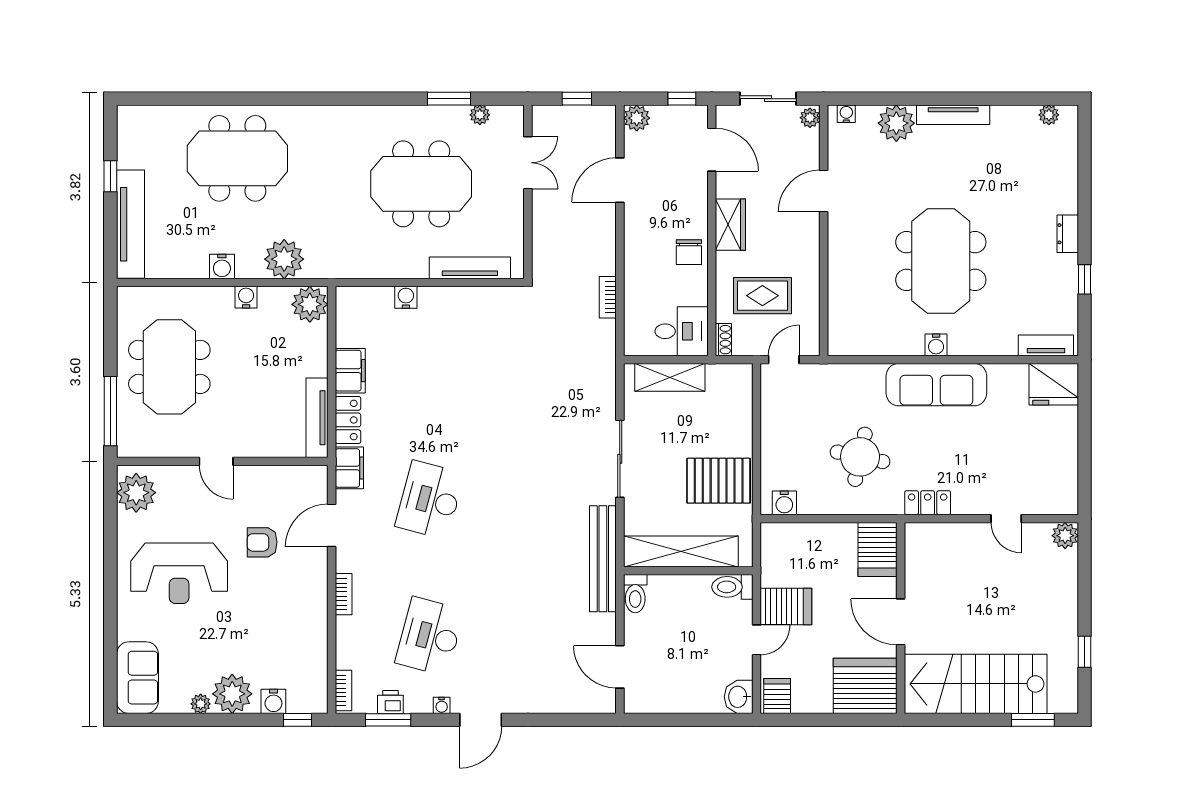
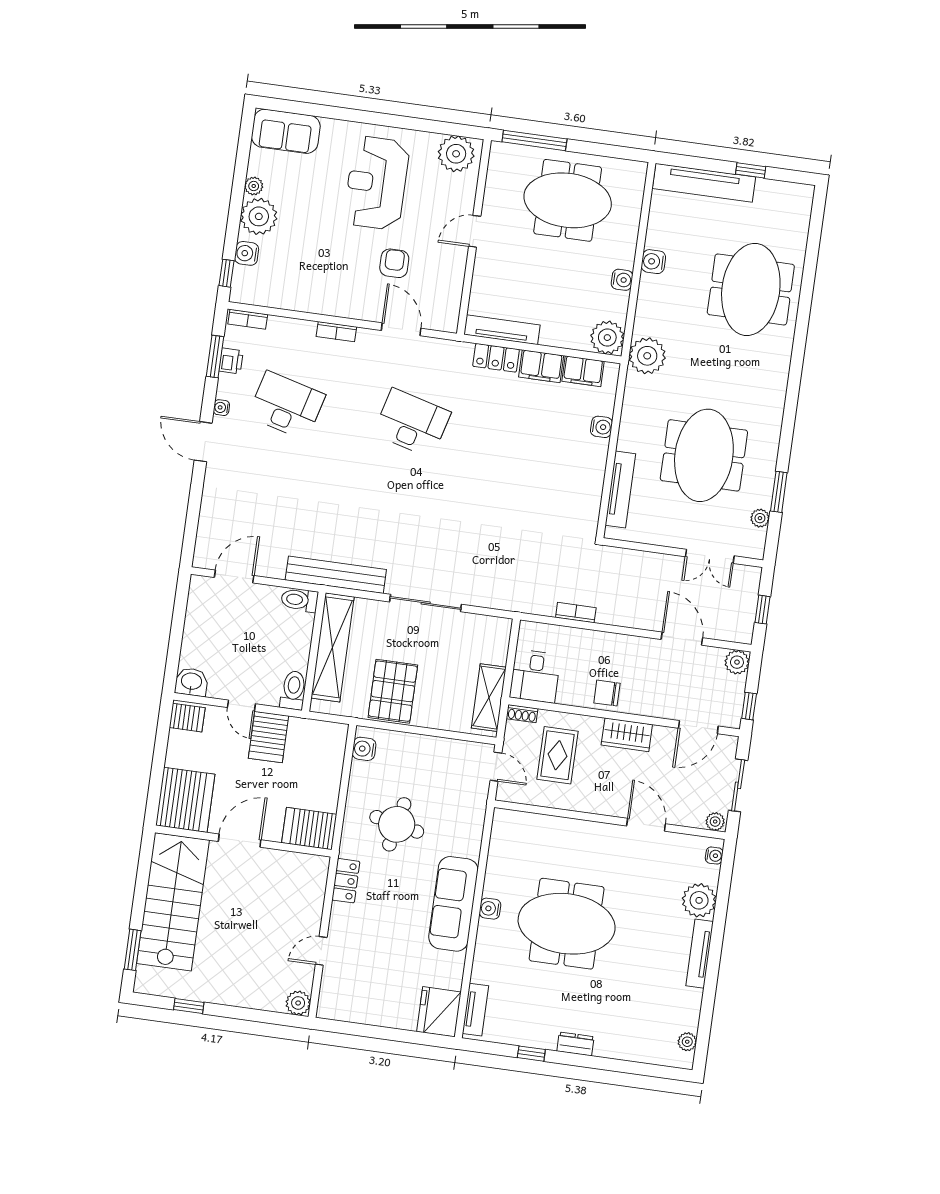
plant: (284, 259) -> (647, 356), moved
shelving: (670, 377) -> (489, 698), moved
filing cabinet: (349, 468) -> (583, 371), moved

